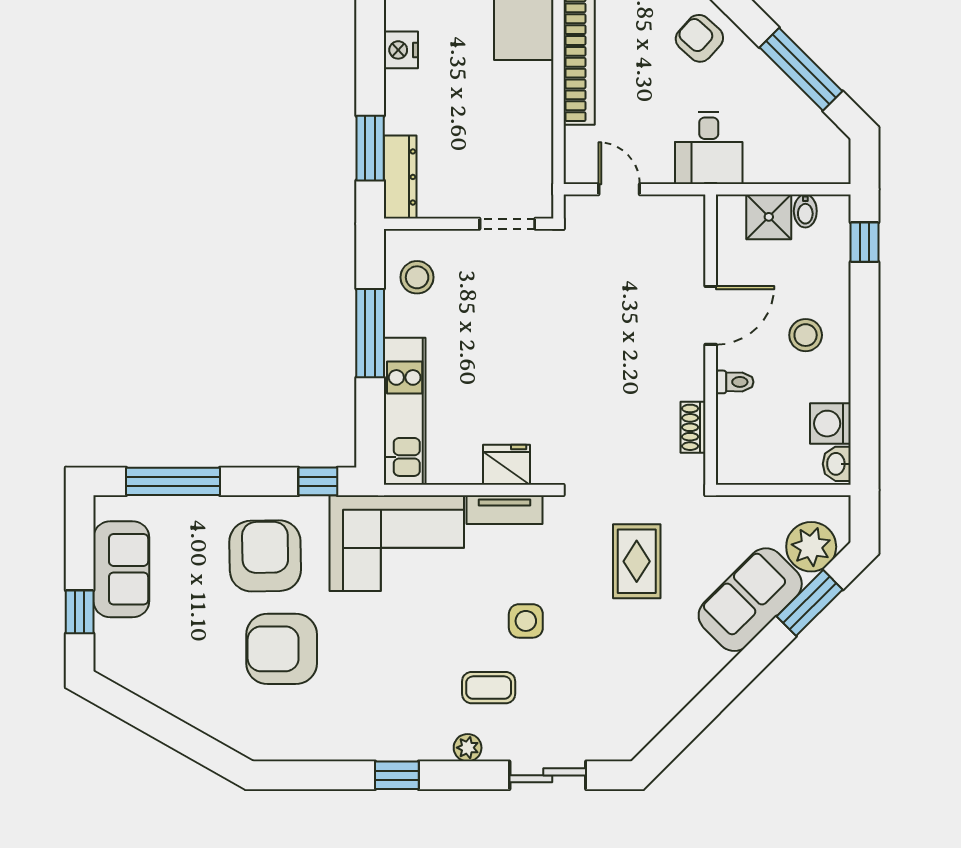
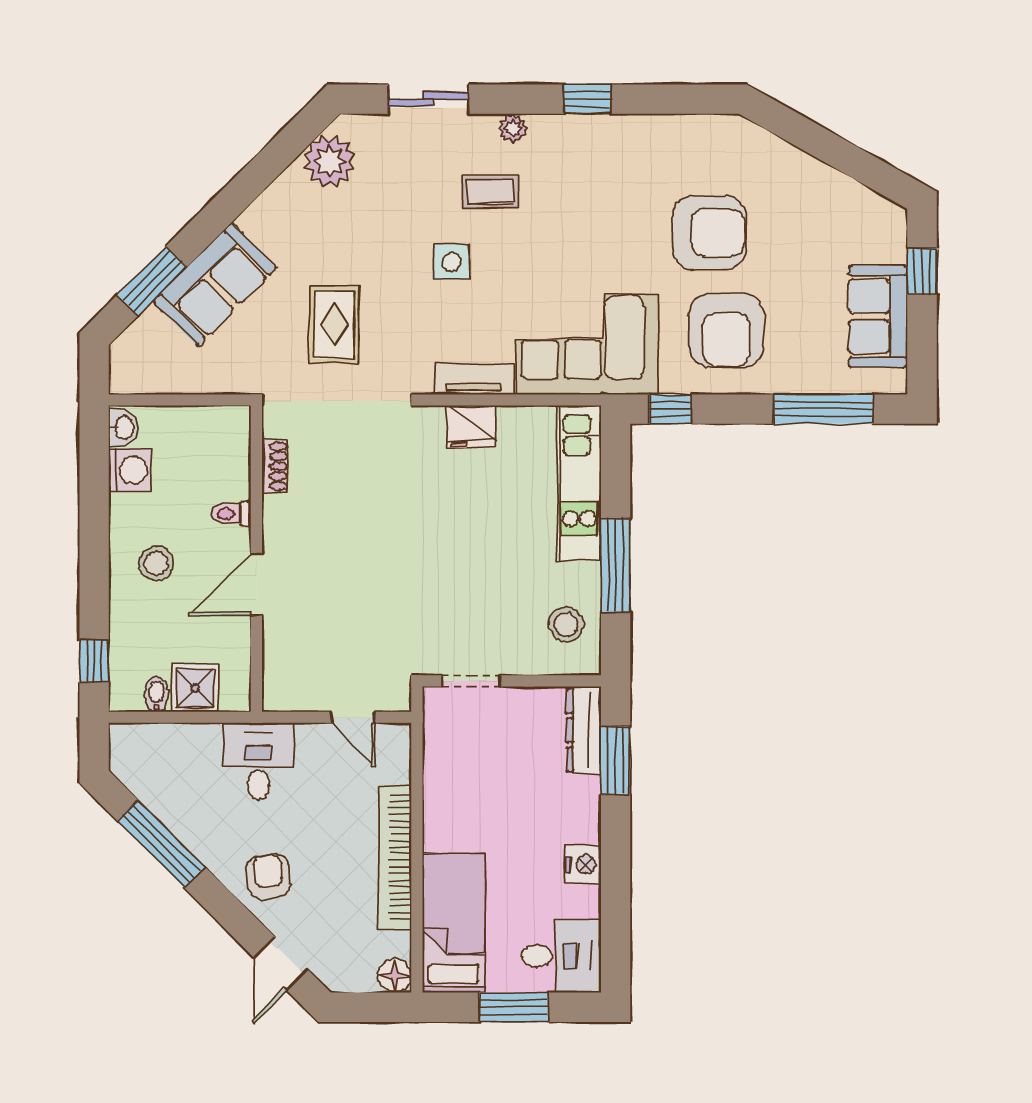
armchair: (699, 38) -> (268, 876), turned -137
plant: (811, 547) -> (330, 161), moved

